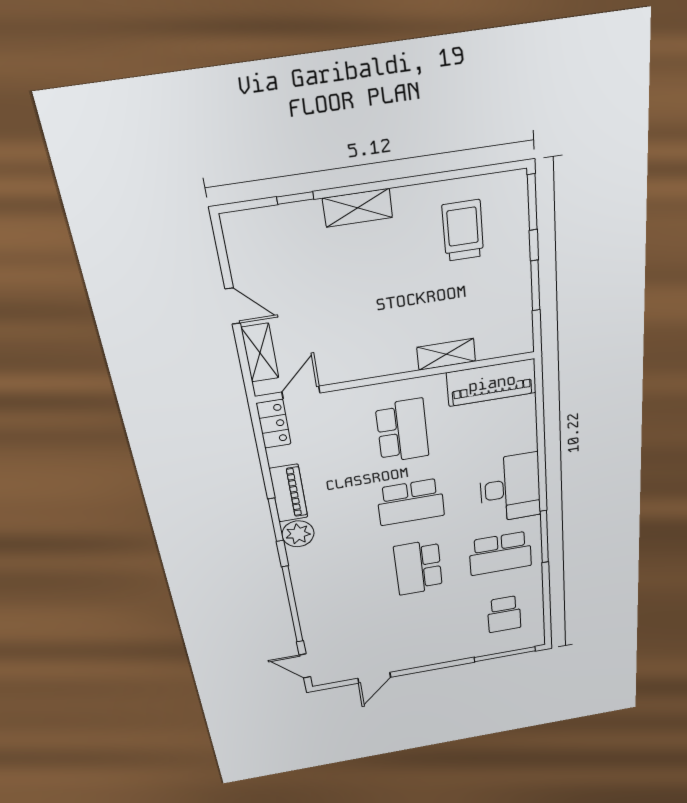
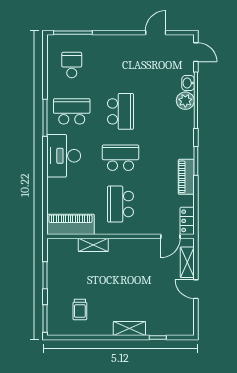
trolley: (463, 231) -> (80, 310), width x0.73, depth x0.72
plant: (298, 534) -> (185, 101), moved
washbasin: (310, 625) -> (188, 83), added

